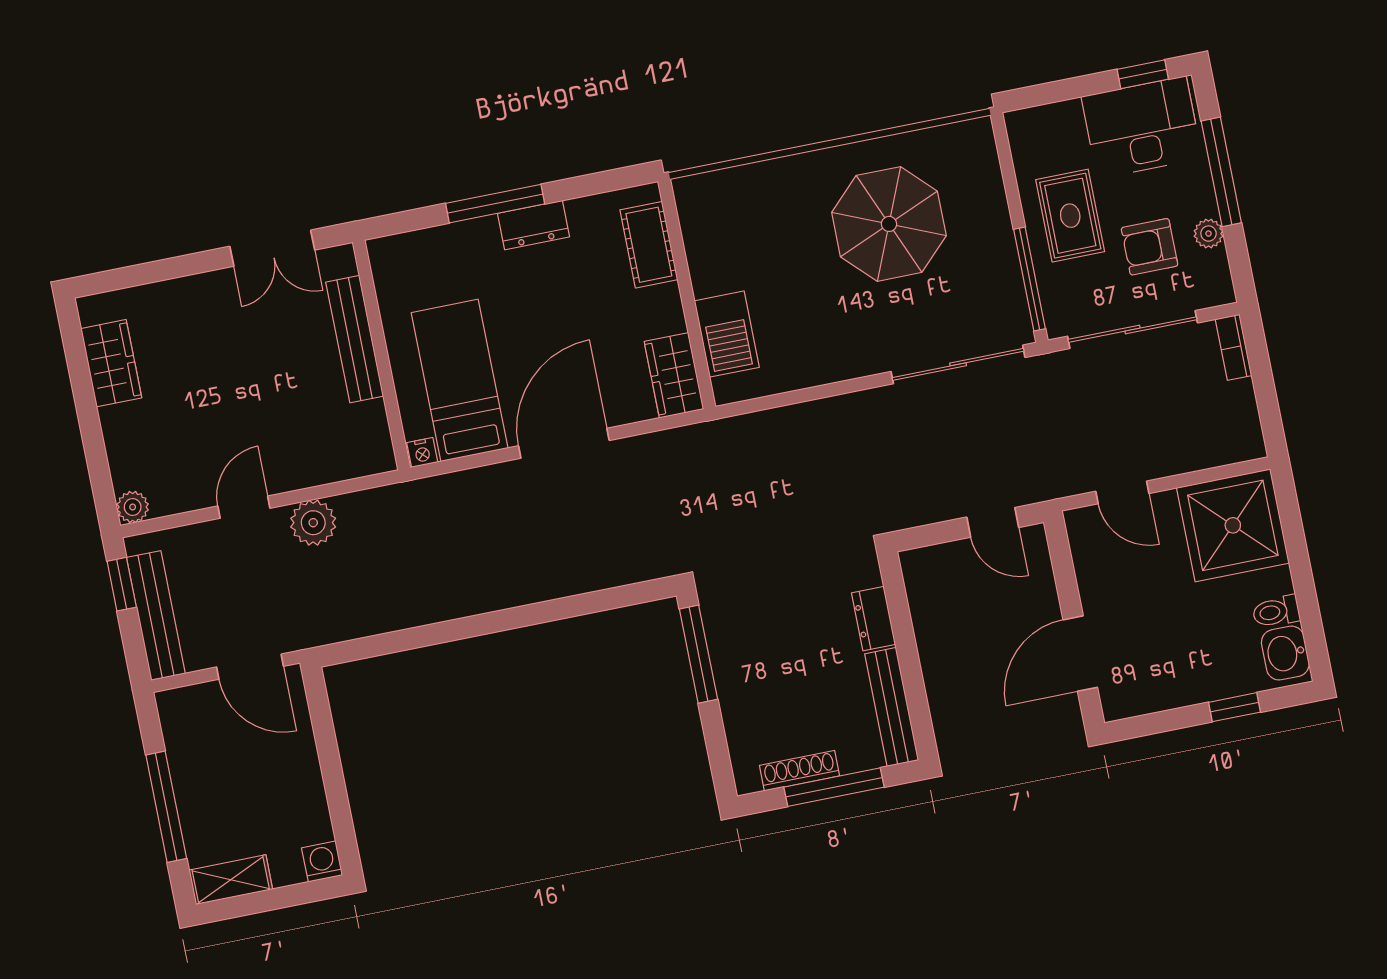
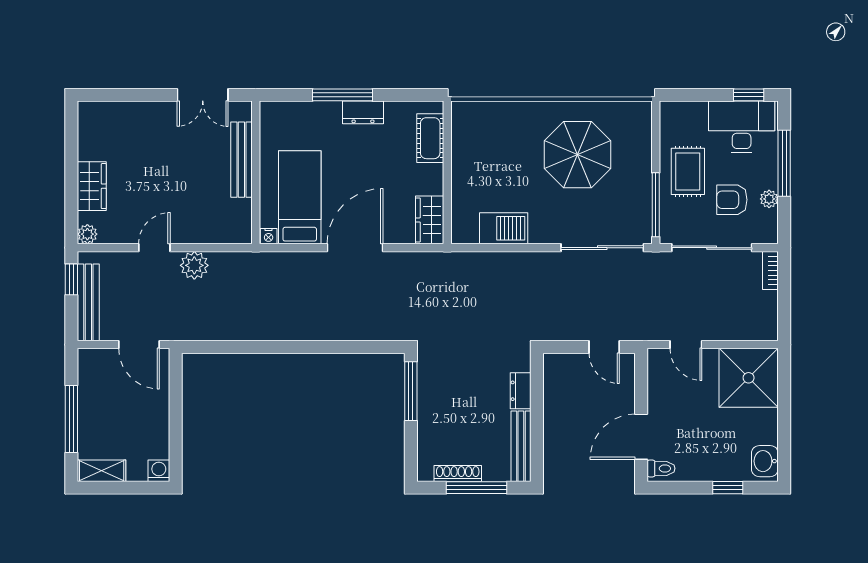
barbecue: (727, 334) -> (504, 228), moved, turned -90
wardrobe: (111, 363) -> (92, 186), moved
toilet: (1276, 612) -> (661, 468), moved, turned 180

